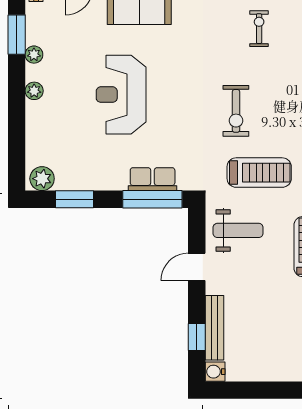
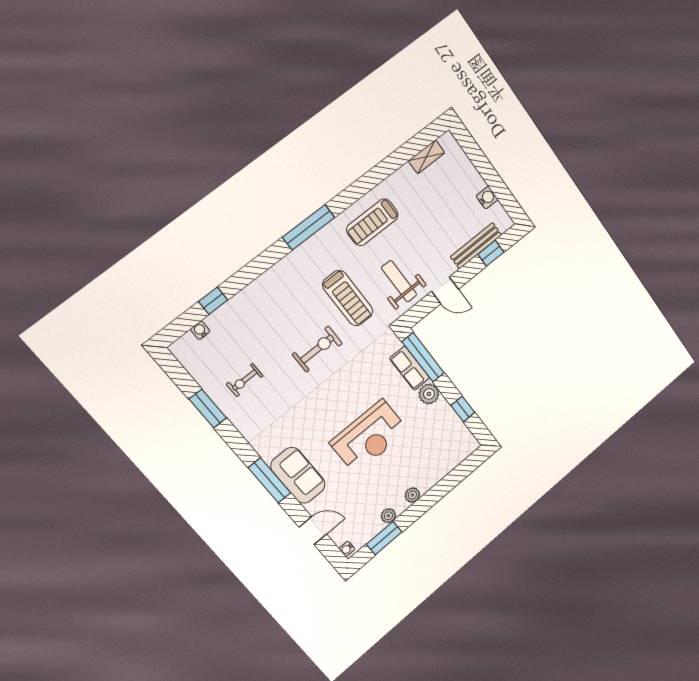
treadmill: (259, 173) -> (348, 298), turned 180
plant: (42, 179) -> (429, 394), moved
window: (74, 199) -> (463, 409), width x0.67
water cooler: (215, 372) -> (487, 198), moved, turned -90

